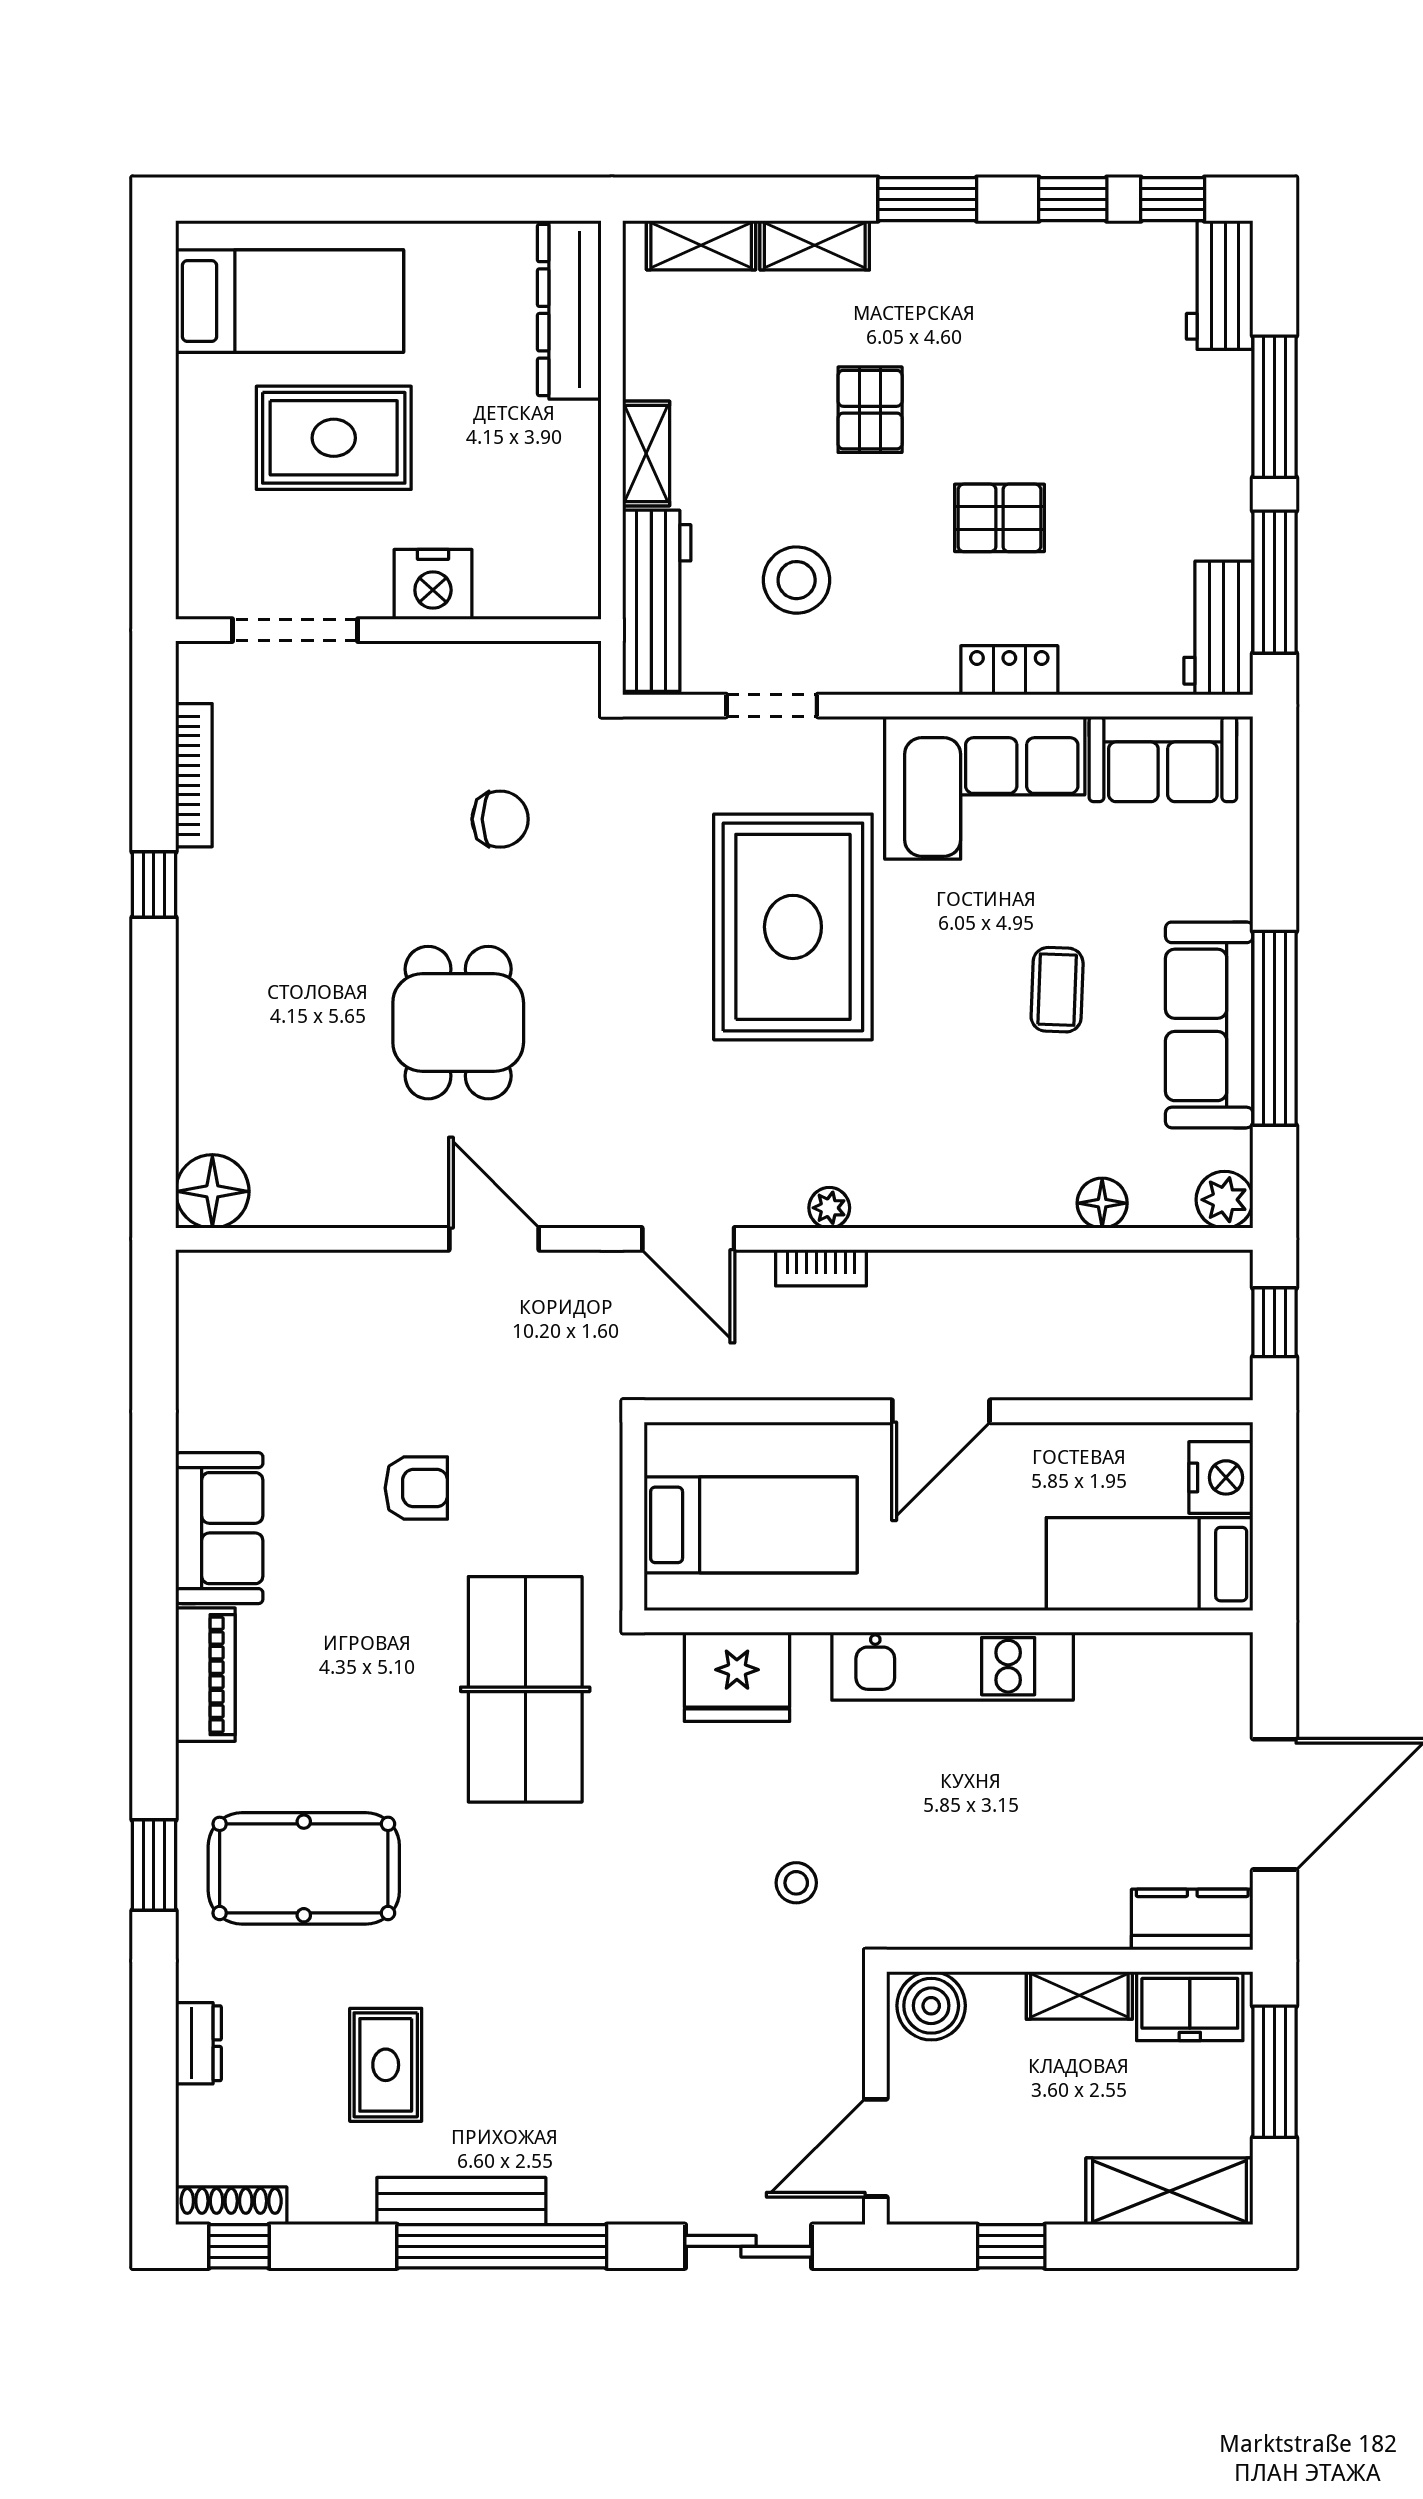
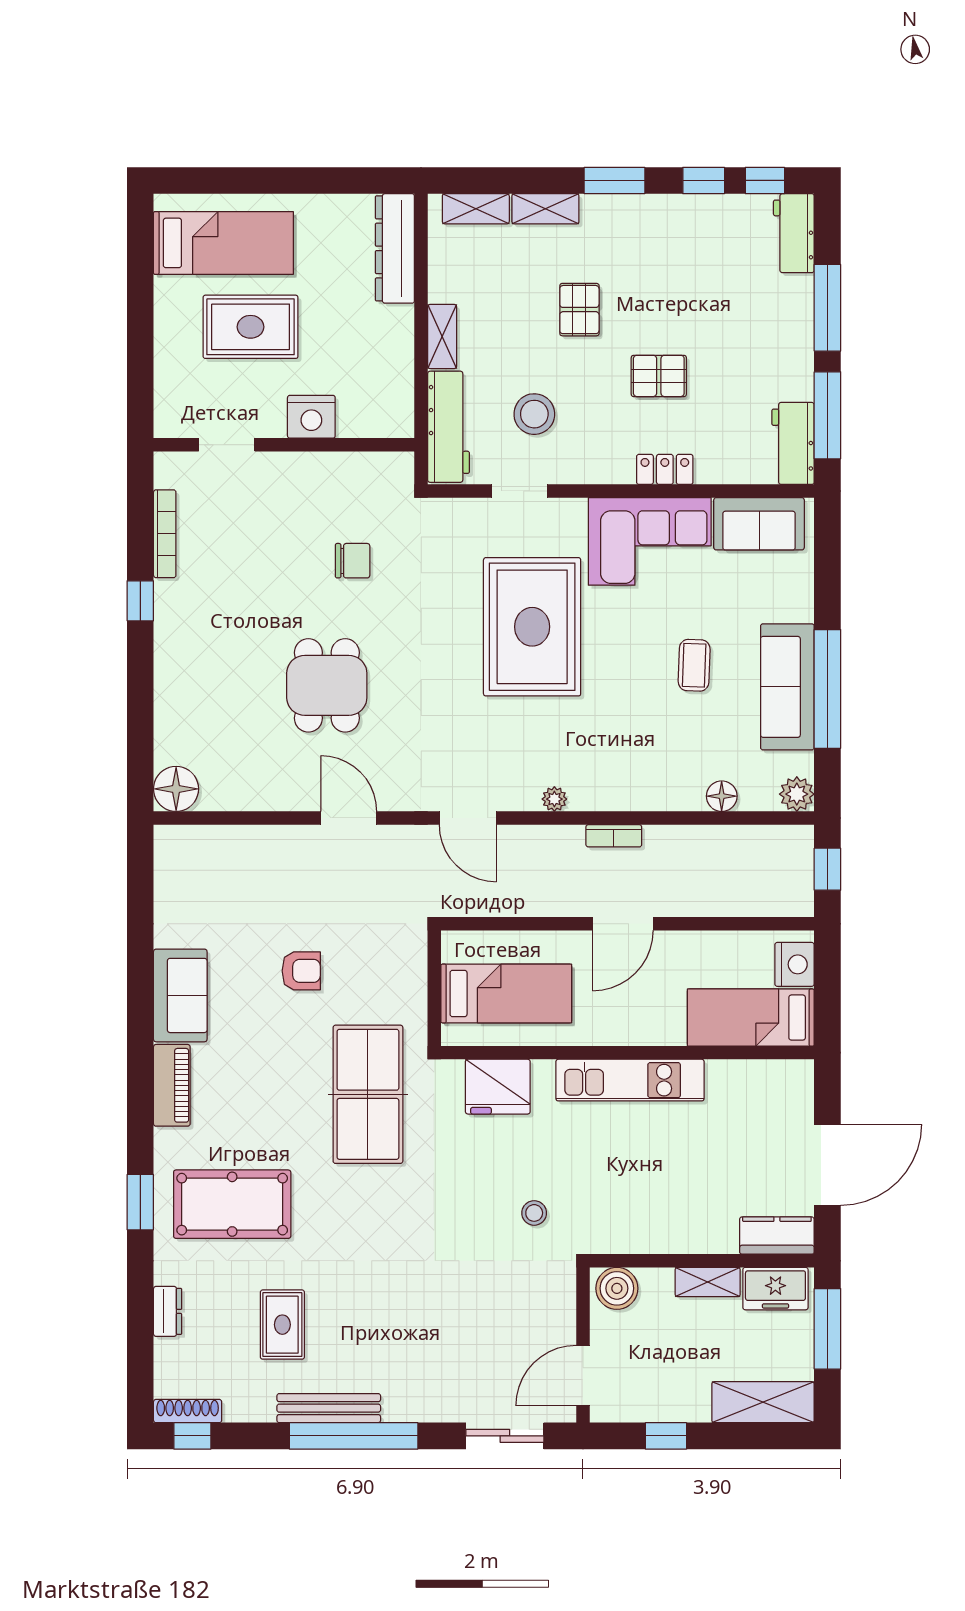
doorway: (295, 630) -> (227, 445), width x0.73
bookcase: (821, 1268) -> (614, 836), moved

